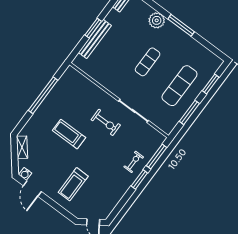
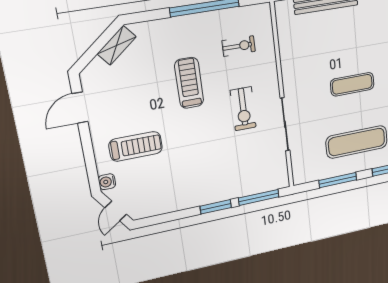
exercise bike: (134, 162) -> (239, 46), moved
water cooler: (25, 174) -> (107, 182), moved
treadmill: (73, 184) -> (136, 146), turned 180

